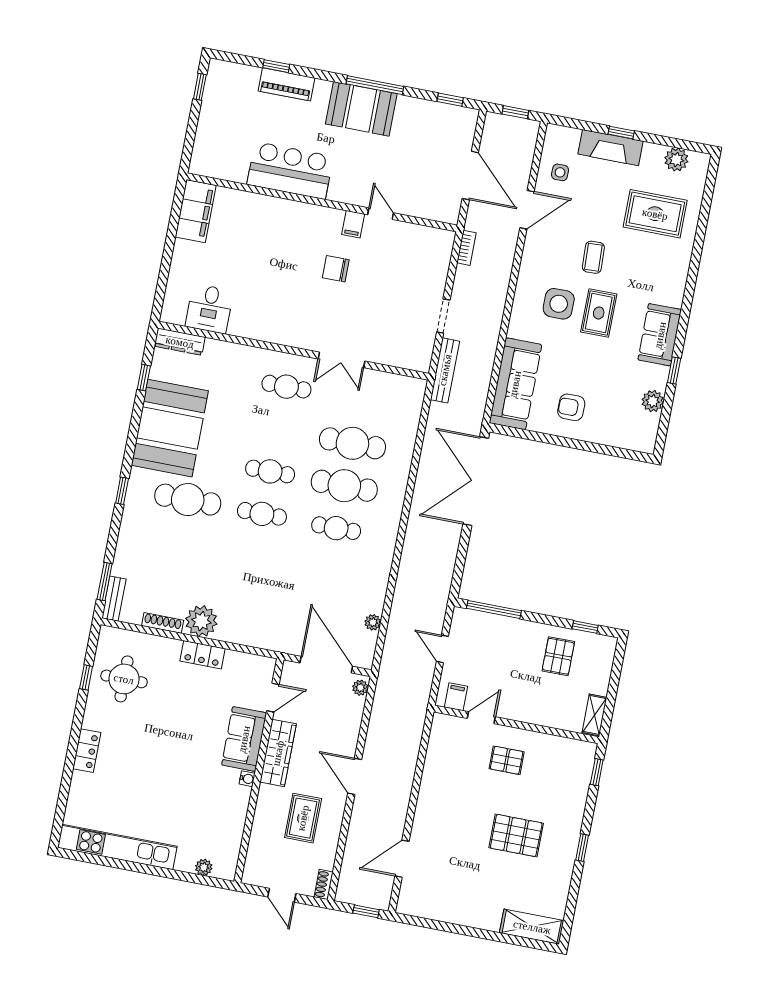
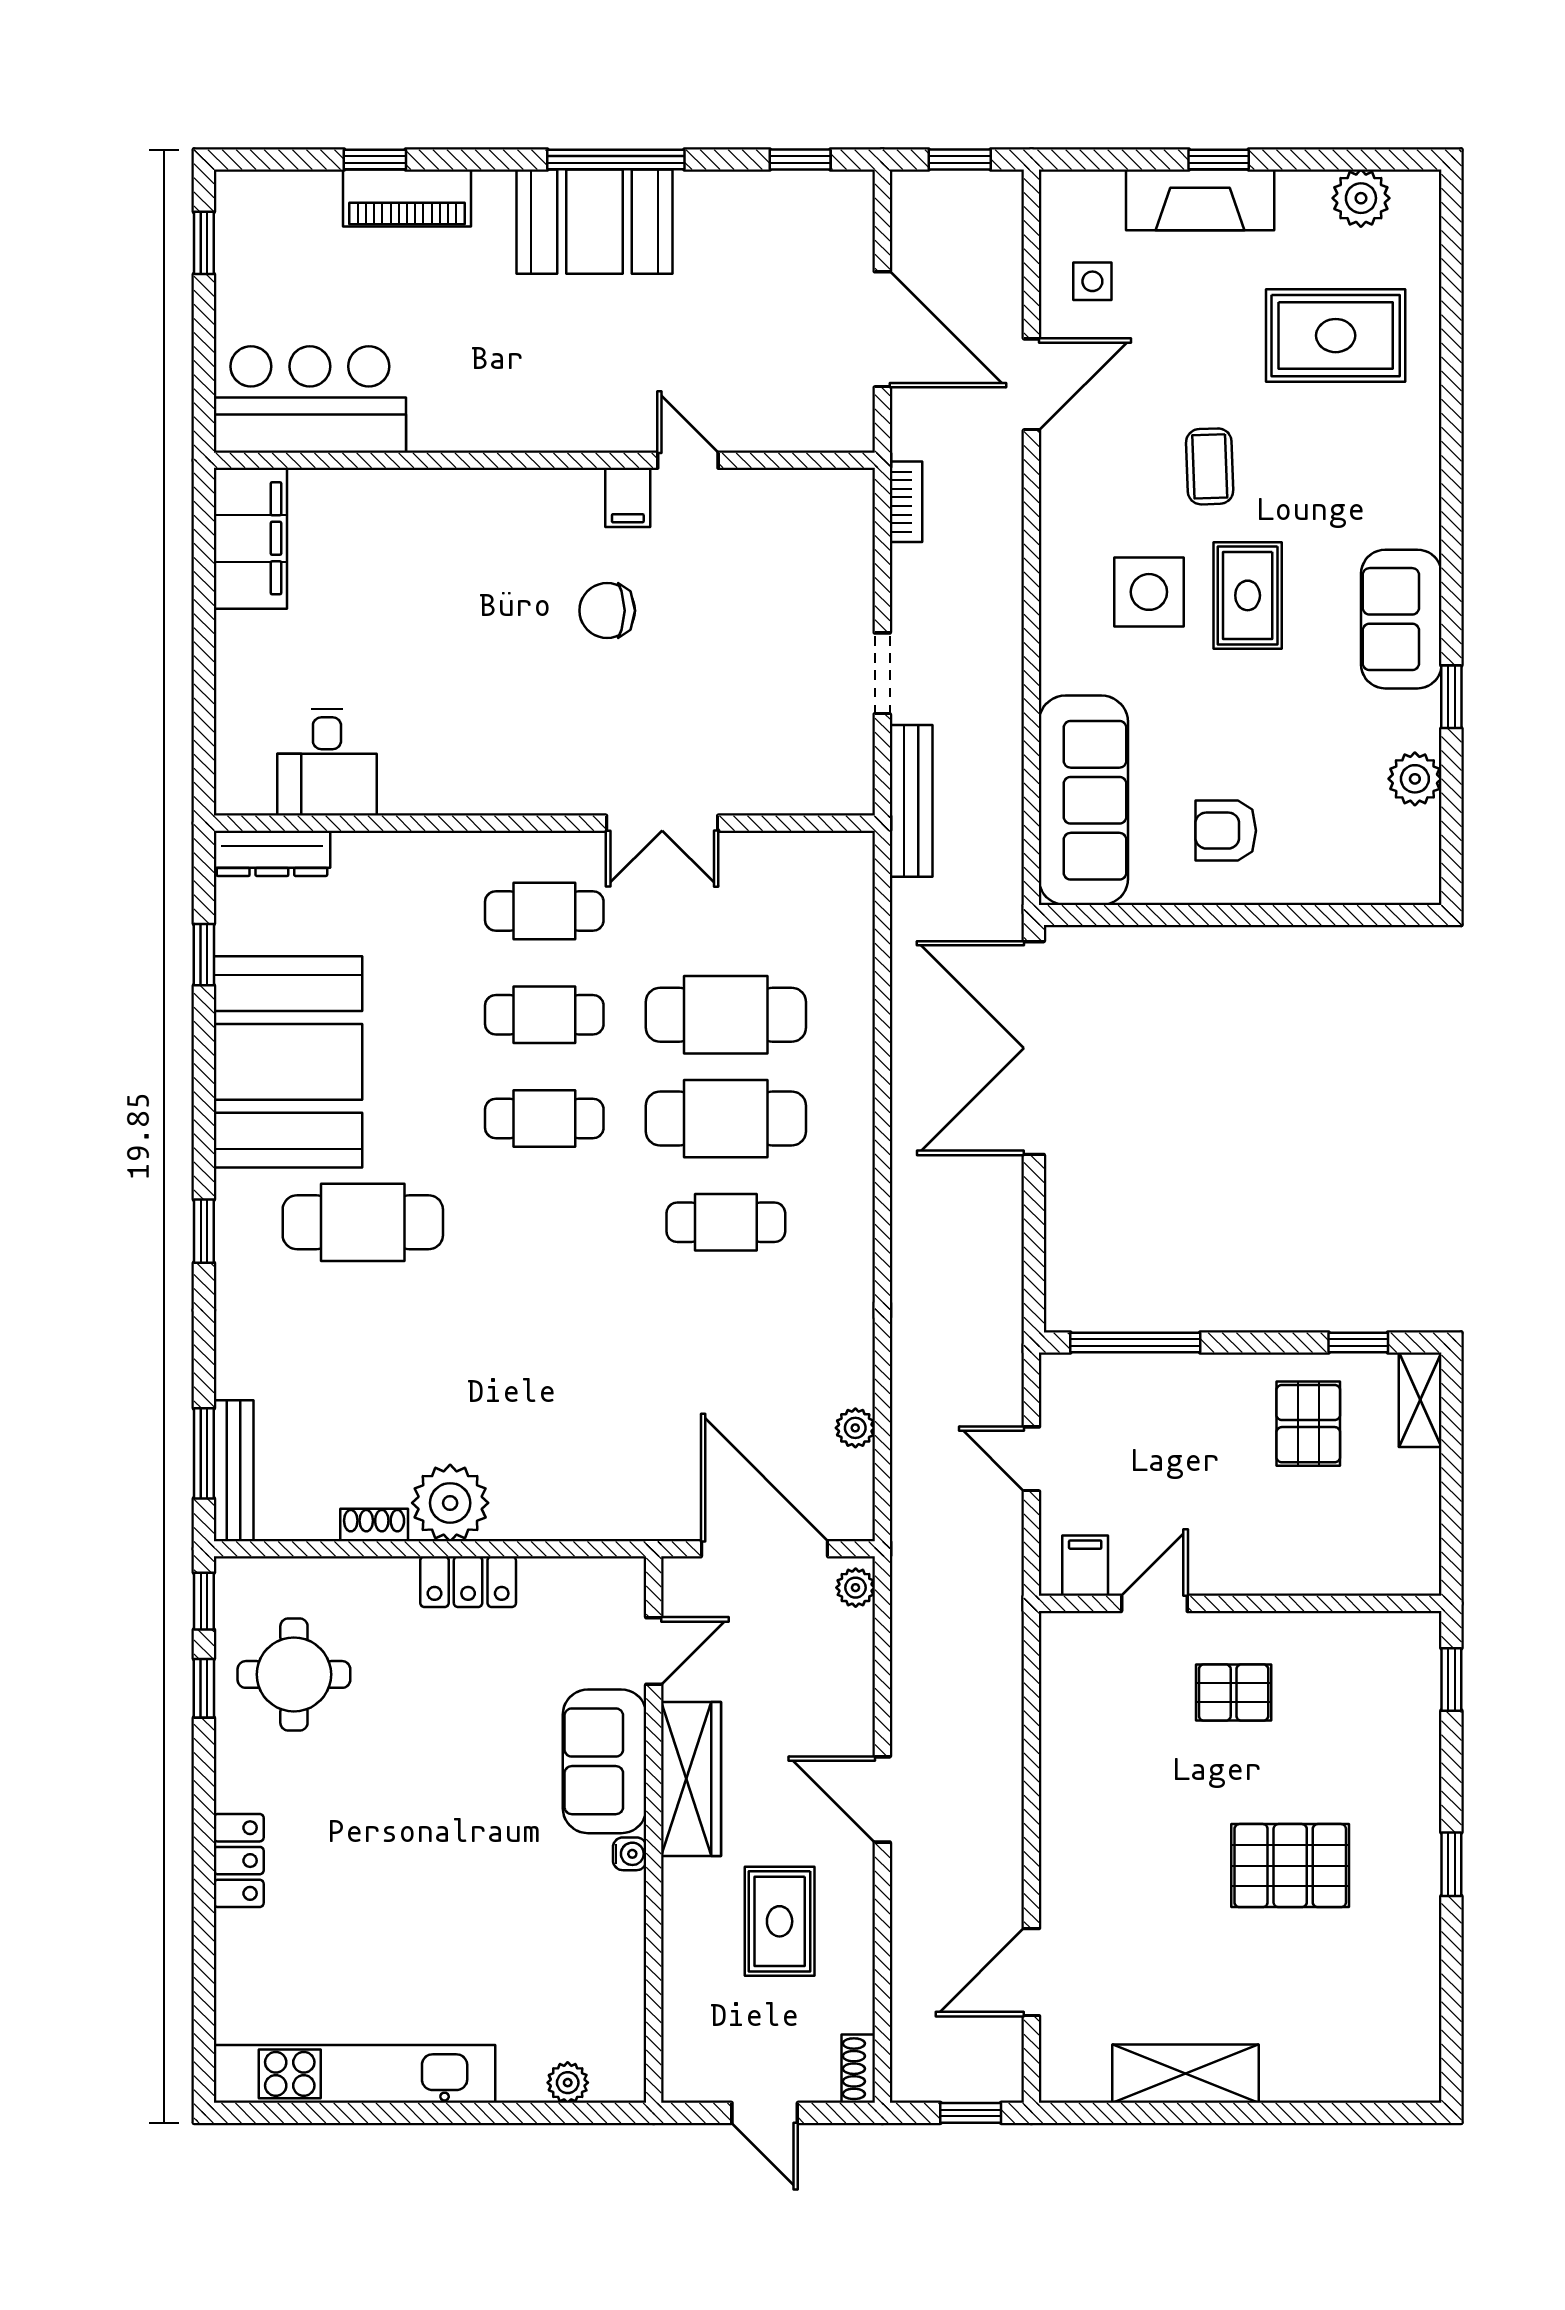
bar counter: (290, 170) -> (310, 399), moved
cafe table: (262, 514) -> (544, 1015), moved
bench: (114, 599) -> (234, 1471), width x1.36
shoe rack: (163, 623) -> (374, 1525), width x0.70
window: (93, 642) -> (204, 1601), added
shelving: (594, 715) -> (1420, 1400), moved
shelving: (532, 927) -> (1185, 2074), moved

